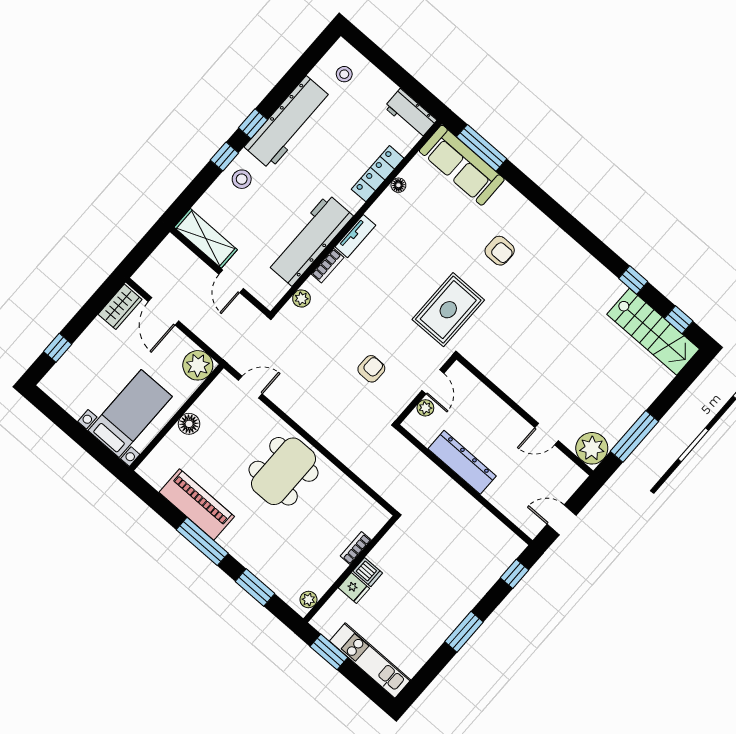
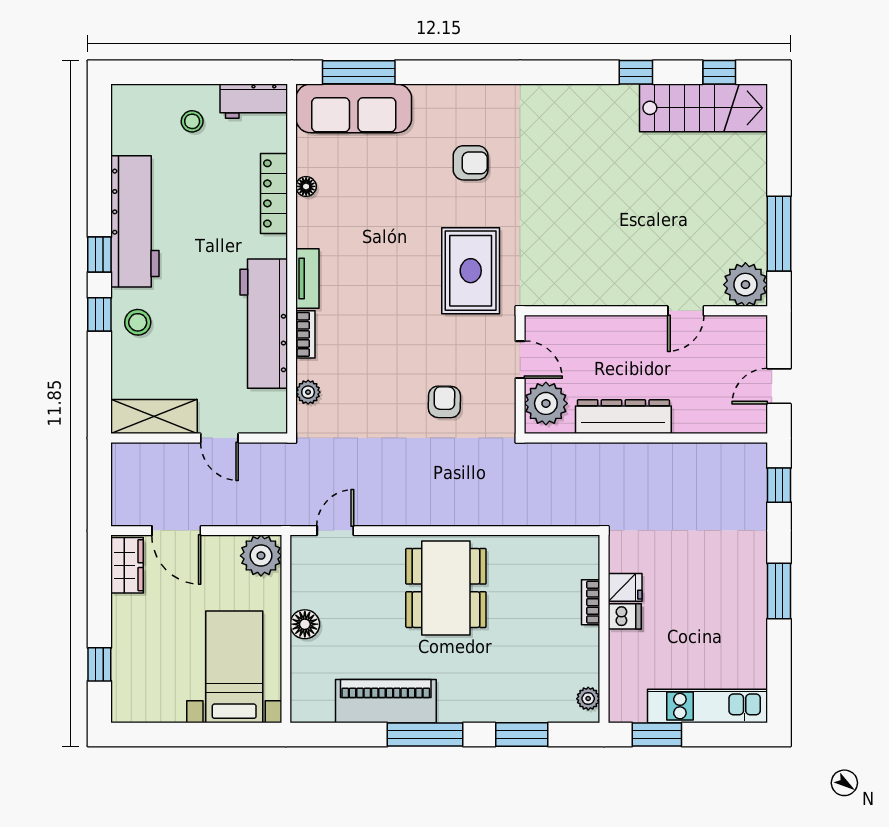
stool: (344, 74) -> (192, 121), moved
plant: (425, 408) -> (546, 403), width x1.88, depth x1.88
fridge: (354, 588) -> (625, 587), moved

